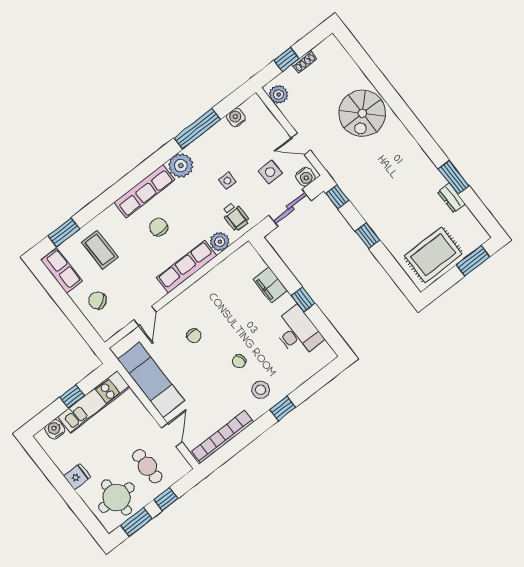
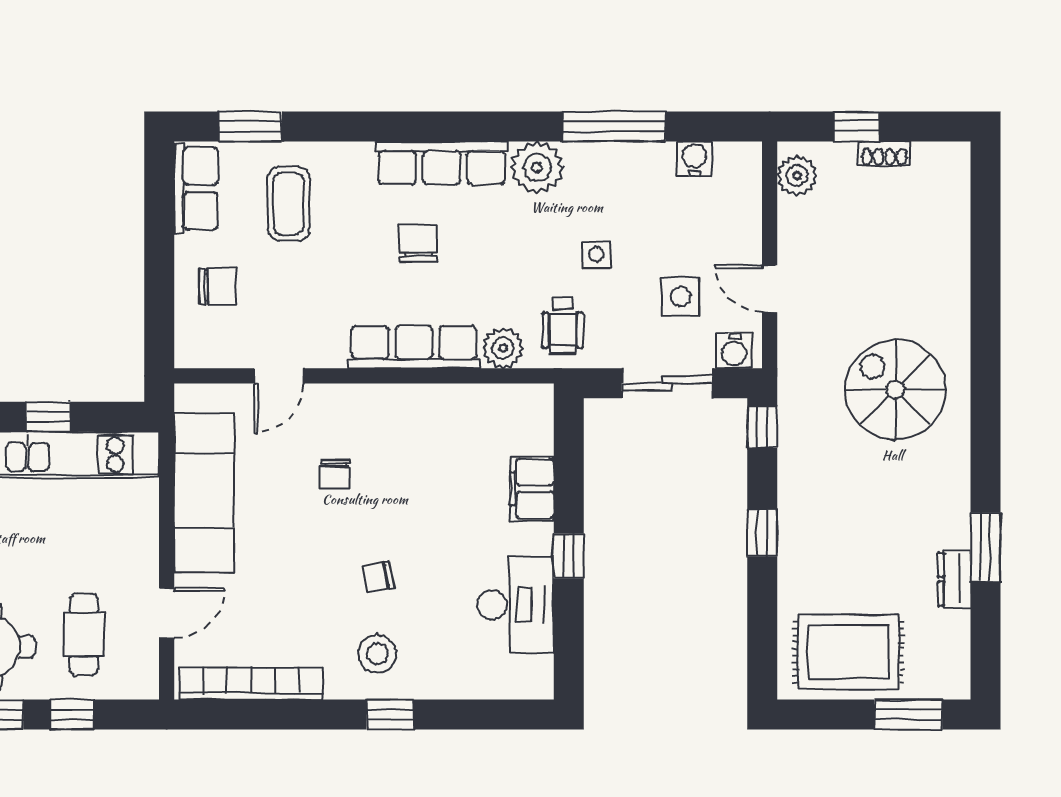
spiral stairs: (362, 113) -> (895, 390), moved, turned 90
chair: (97, 300) -> (218, 287), turned 123

